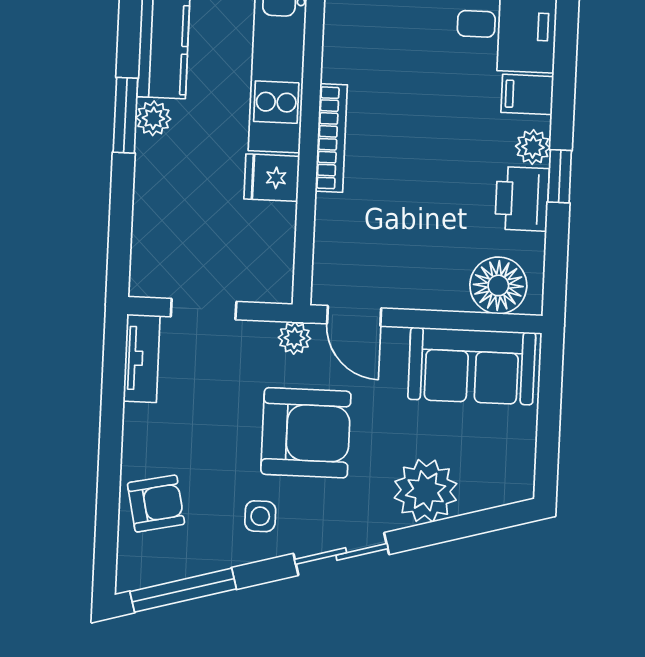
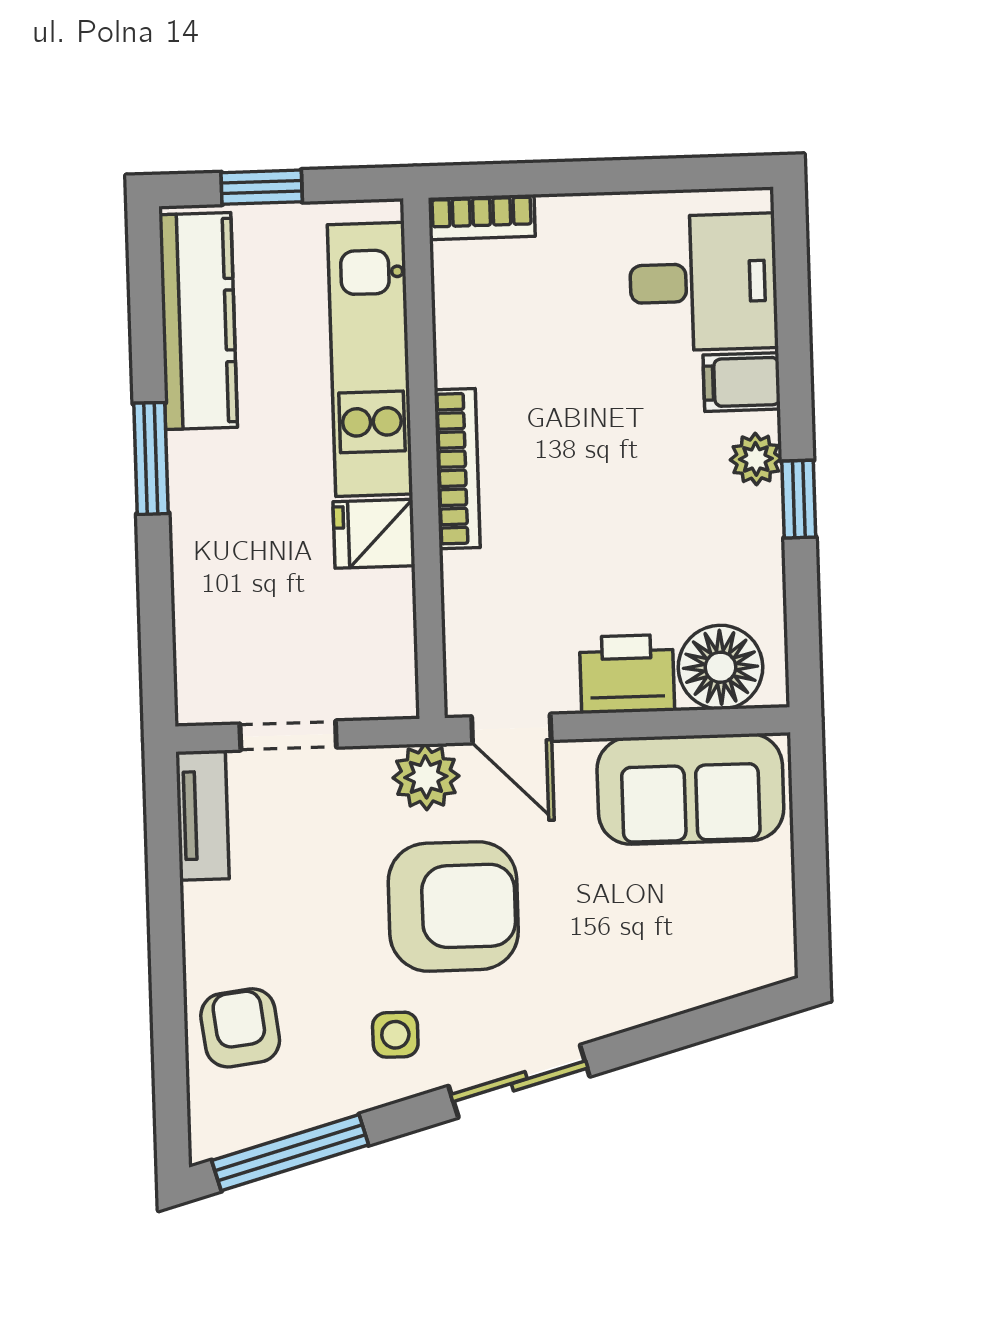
plant: (153, 118) -> (193, 460), removed
printer: (522, 199) -> (627, 674), moved, turned 90
plant: (294, 338) -> (426, 777), width x1.38, depth x1.38
plant: (426, 491) -> (636, 978), removed
armchair: (156, 504) -> (240, 1028), turned -85

